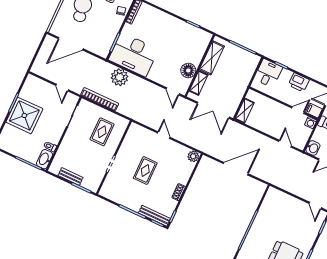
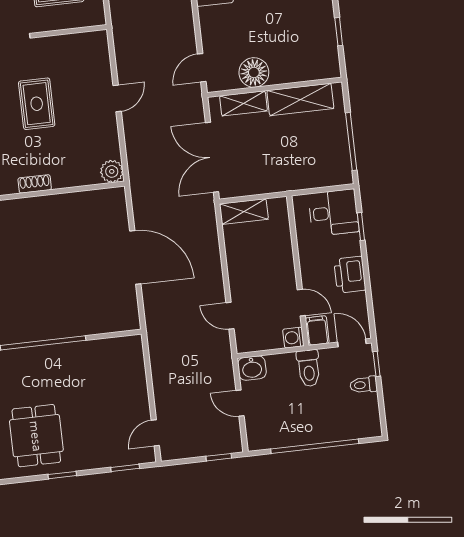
door: (285, 144) -> (230, 316), swing flipped
rug: (145, 171) -> (37, 104), turned 90

